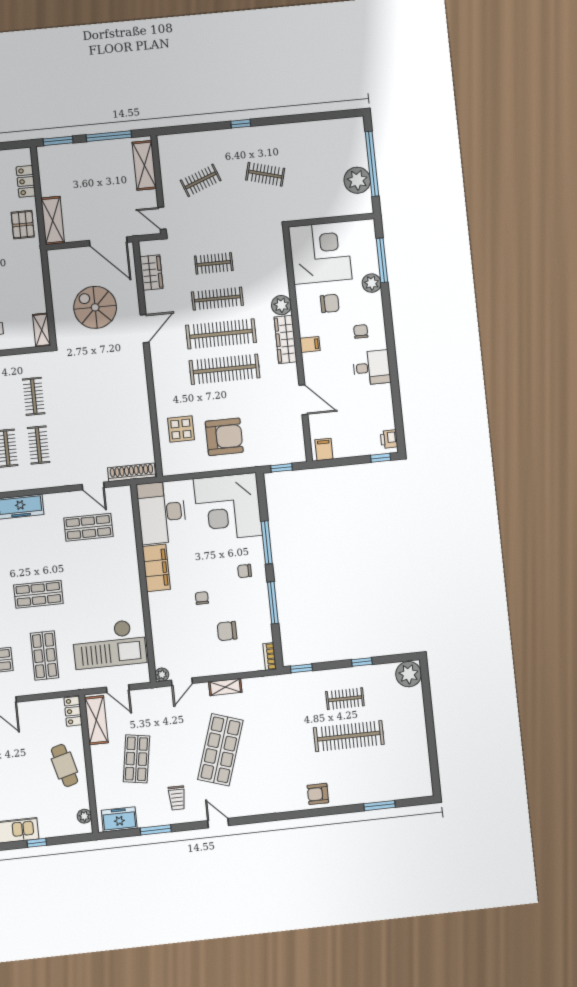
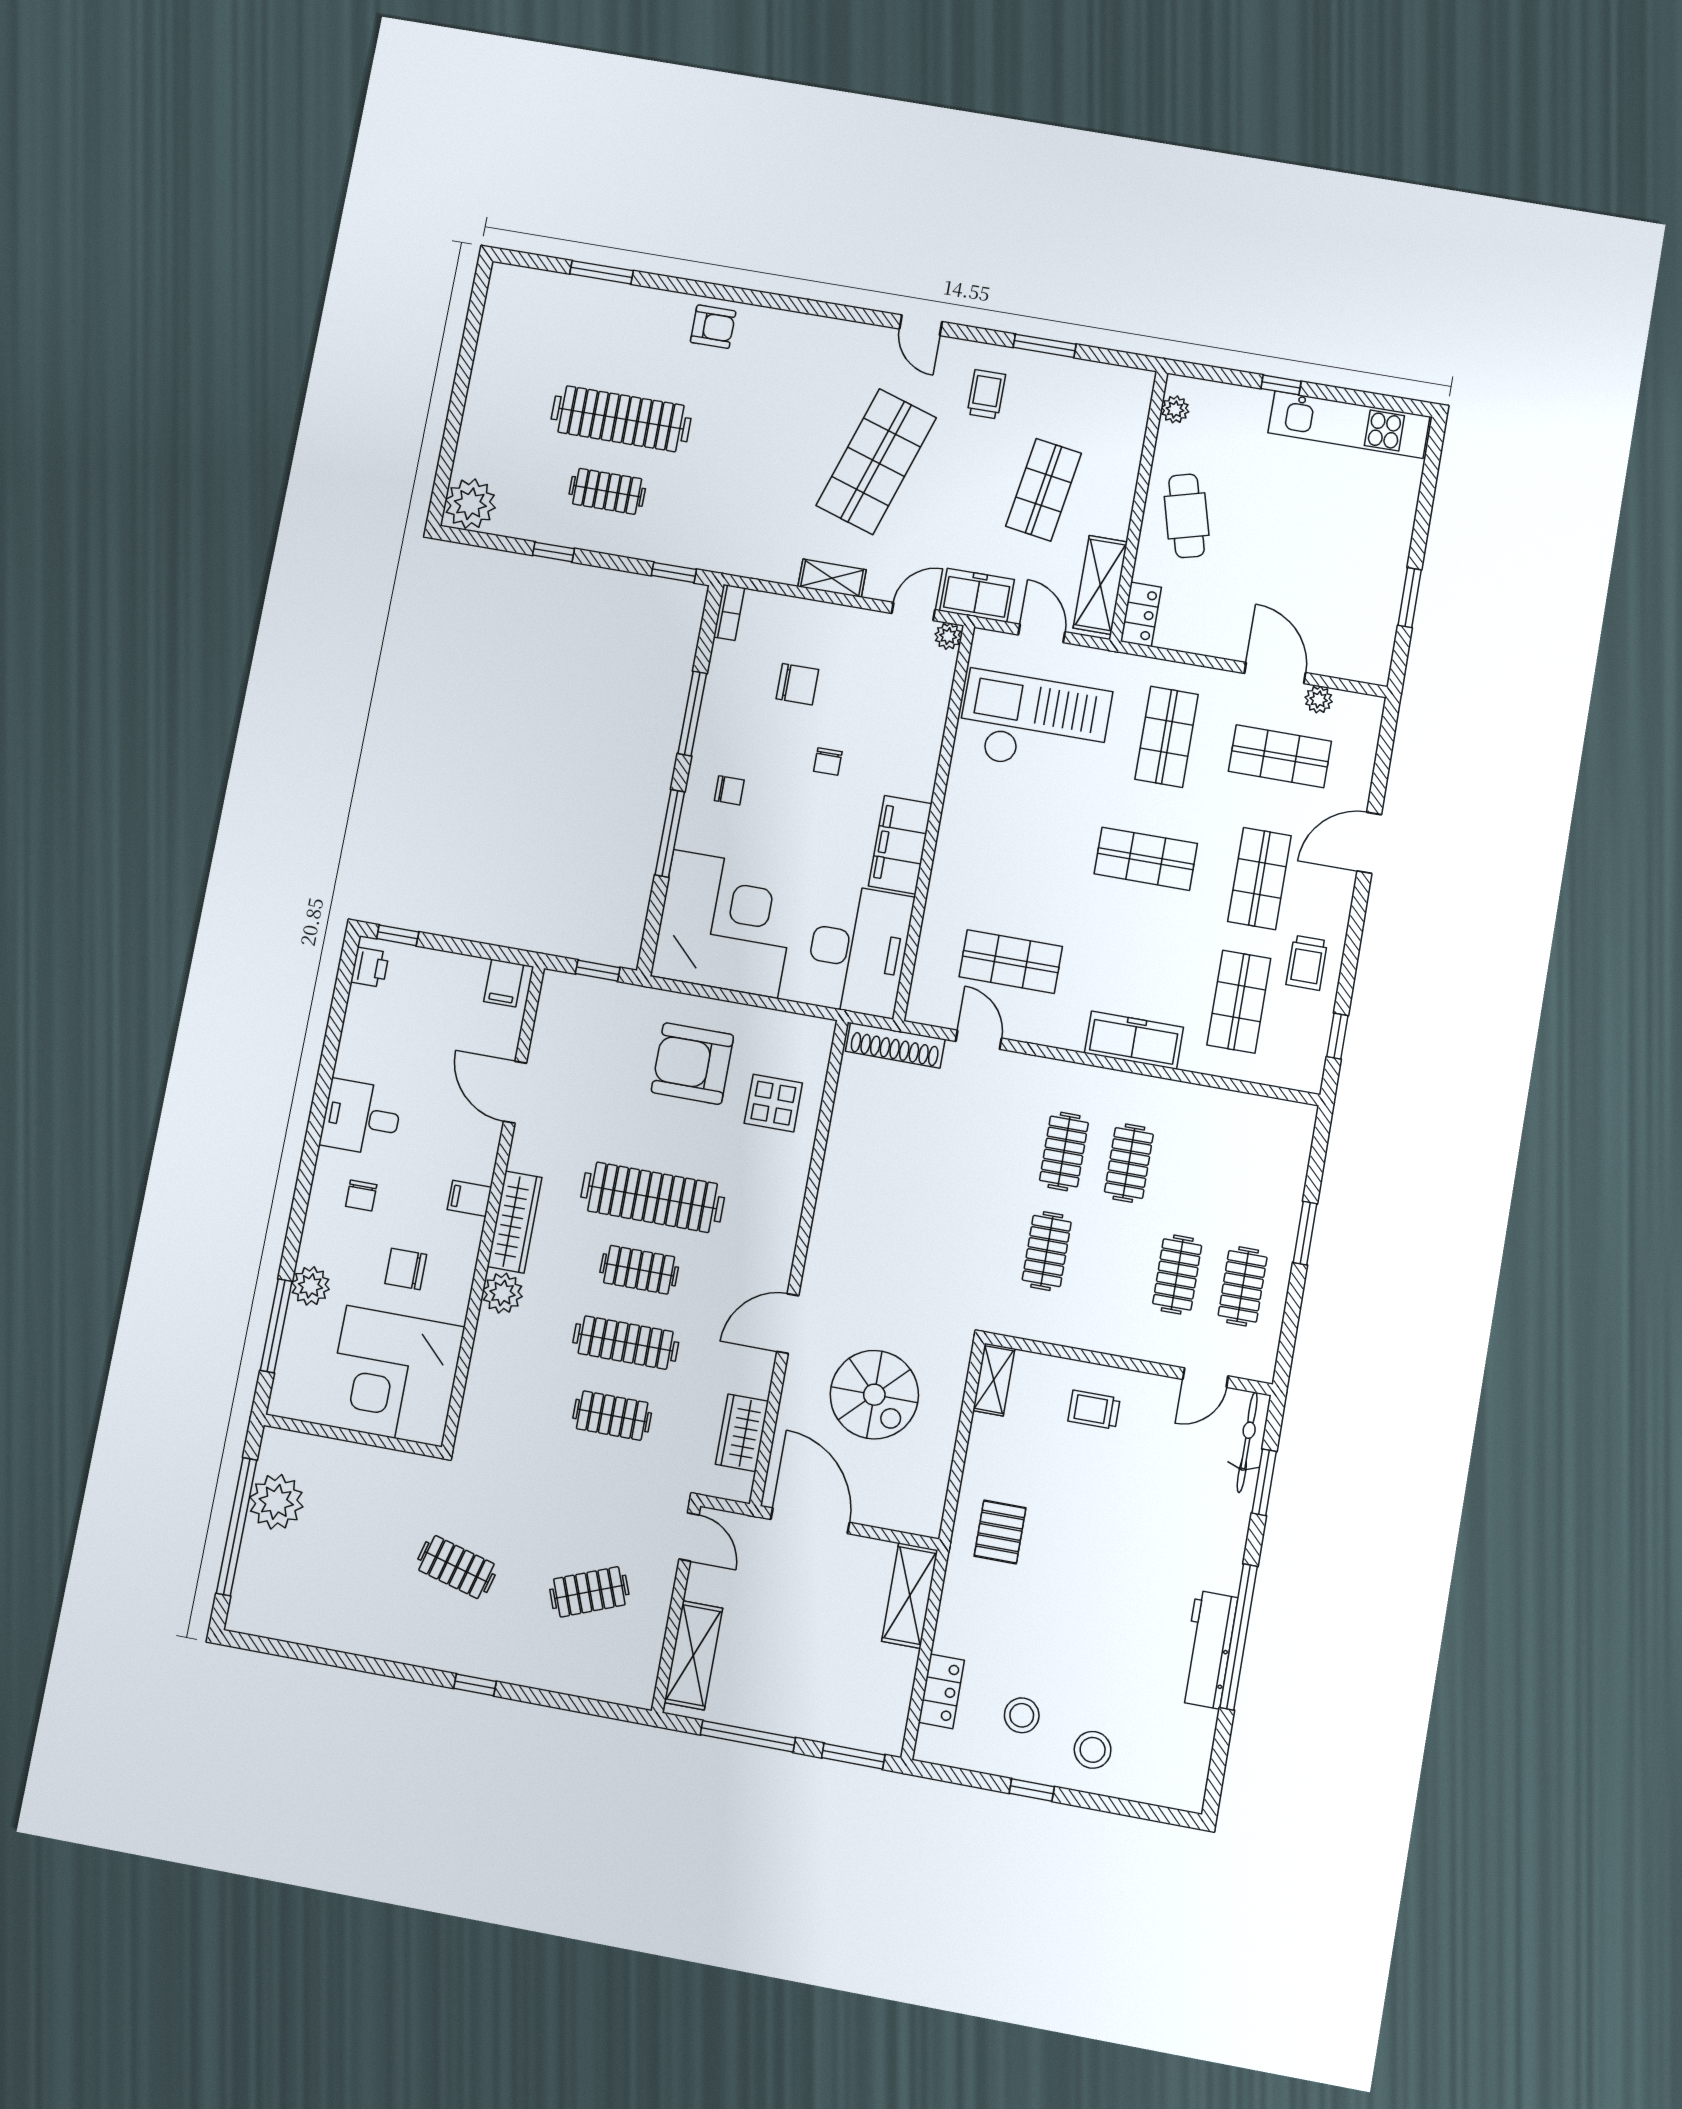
pallet: (23, 225) -> (1000, 1532), moved
clothes rail: (221, 334) -> (639, 1270), width x0.54, depth x0.76
freezer: (119, 819) -> (977, 595), moved, turned 180

